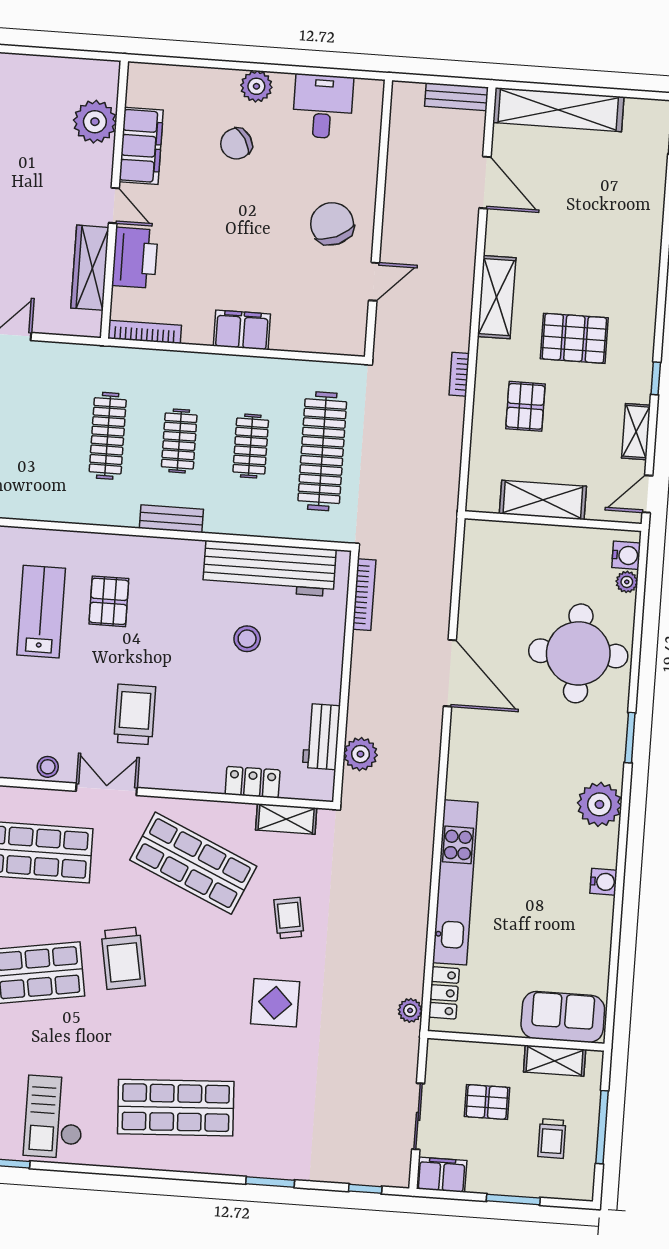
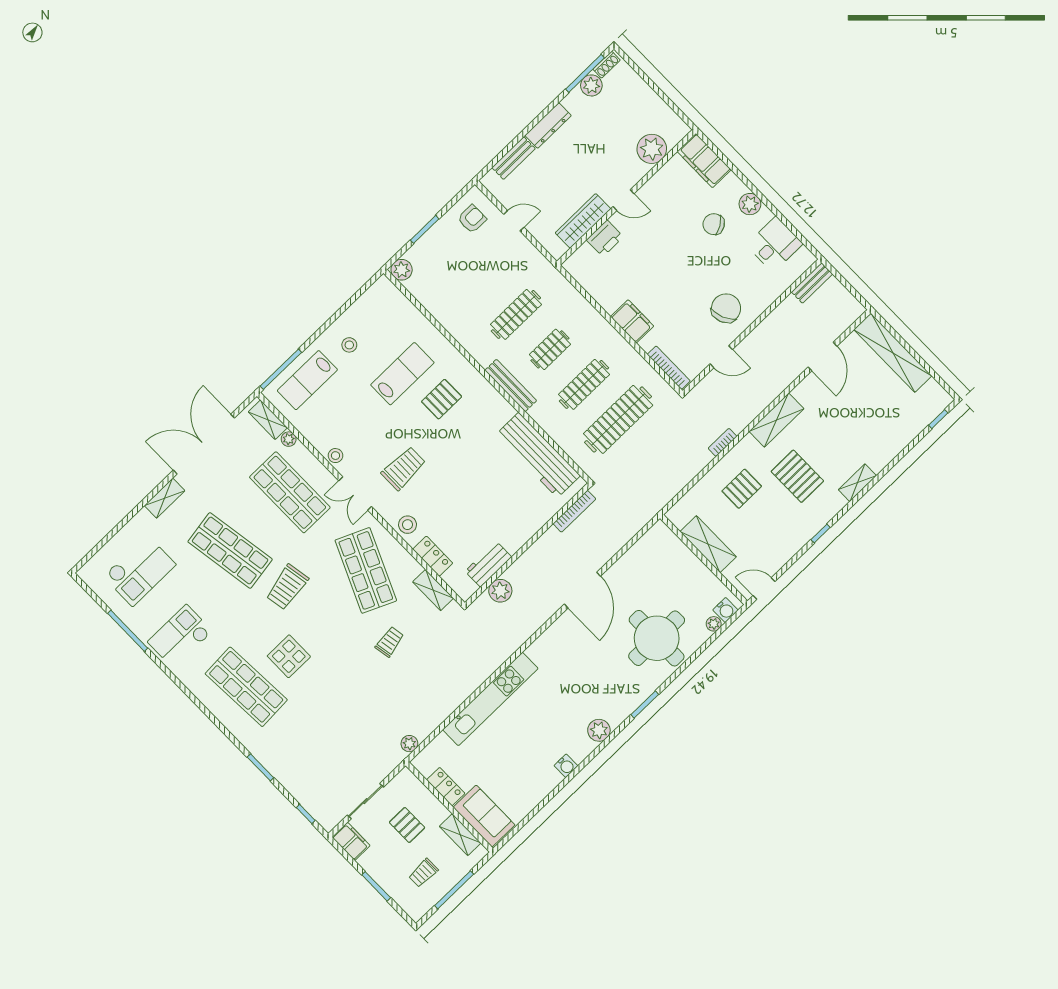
bench: (457, 97) -> (812, 283), moved, turned 90
filing cabinet: (141, 146) -> (704, 161), moved, turned 90
door: (114, 205) -> (624, 200), hinge flipped
printer: (135, 258) -> (605, 238), width x0.73, depth x0.84
bookcase: (145, 332) -> (669, 368), moved
shelving: (636, 432) -> (857, 483), moved
clothes rail: (251, 446) -> (584, 384), width x1.36
bench: (171, 519) -> (511, 385), width x1.36
stool: (247, 639) -> (407, 525), moved
double door: (106, 789) -> (355, 494), swing flipped
plant: (599, 804) -> (599, 730), width x0.73, depth x0.73
locker: (444, 993) -> (446, 787), moved, turned -90
display table: (275, 1003) -> (289, 656), moved

